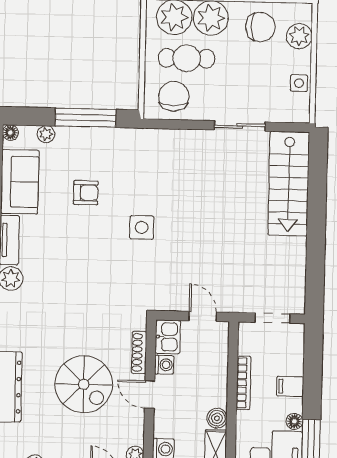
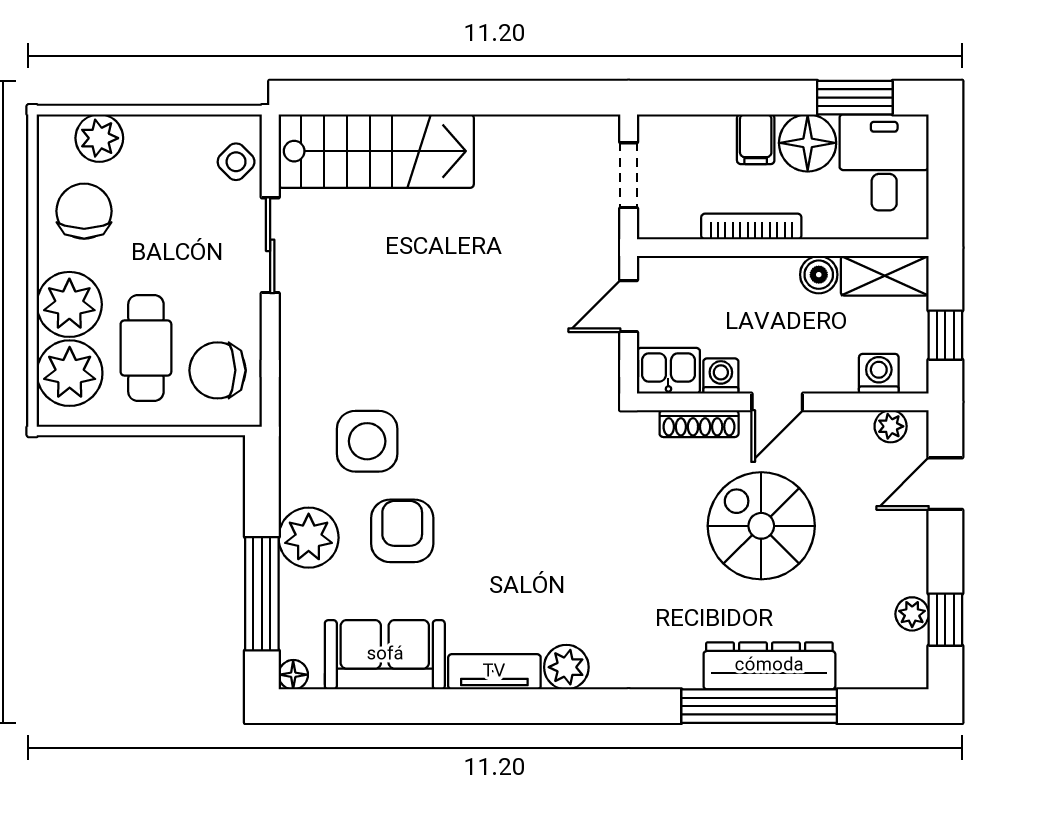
side table: (299, 83) -> (236, 162), moved, turned 45
window: (86, 118) -> (262, 594), moved
plant: (46, 134) -> (309, 538), moved, width x1.88, depth x1.88
armchair: (86, 193) -> (402, 531), width x1.38, depth x1.38
side table: (142, 227) -> (367, 441), moved, width x1.37, depth x1.37
spiral stairs: (84, 384) -> (761, 526), turned -90
floor lamp: (294, 421) -> (808, 143), width x1.89, depth x1.89

